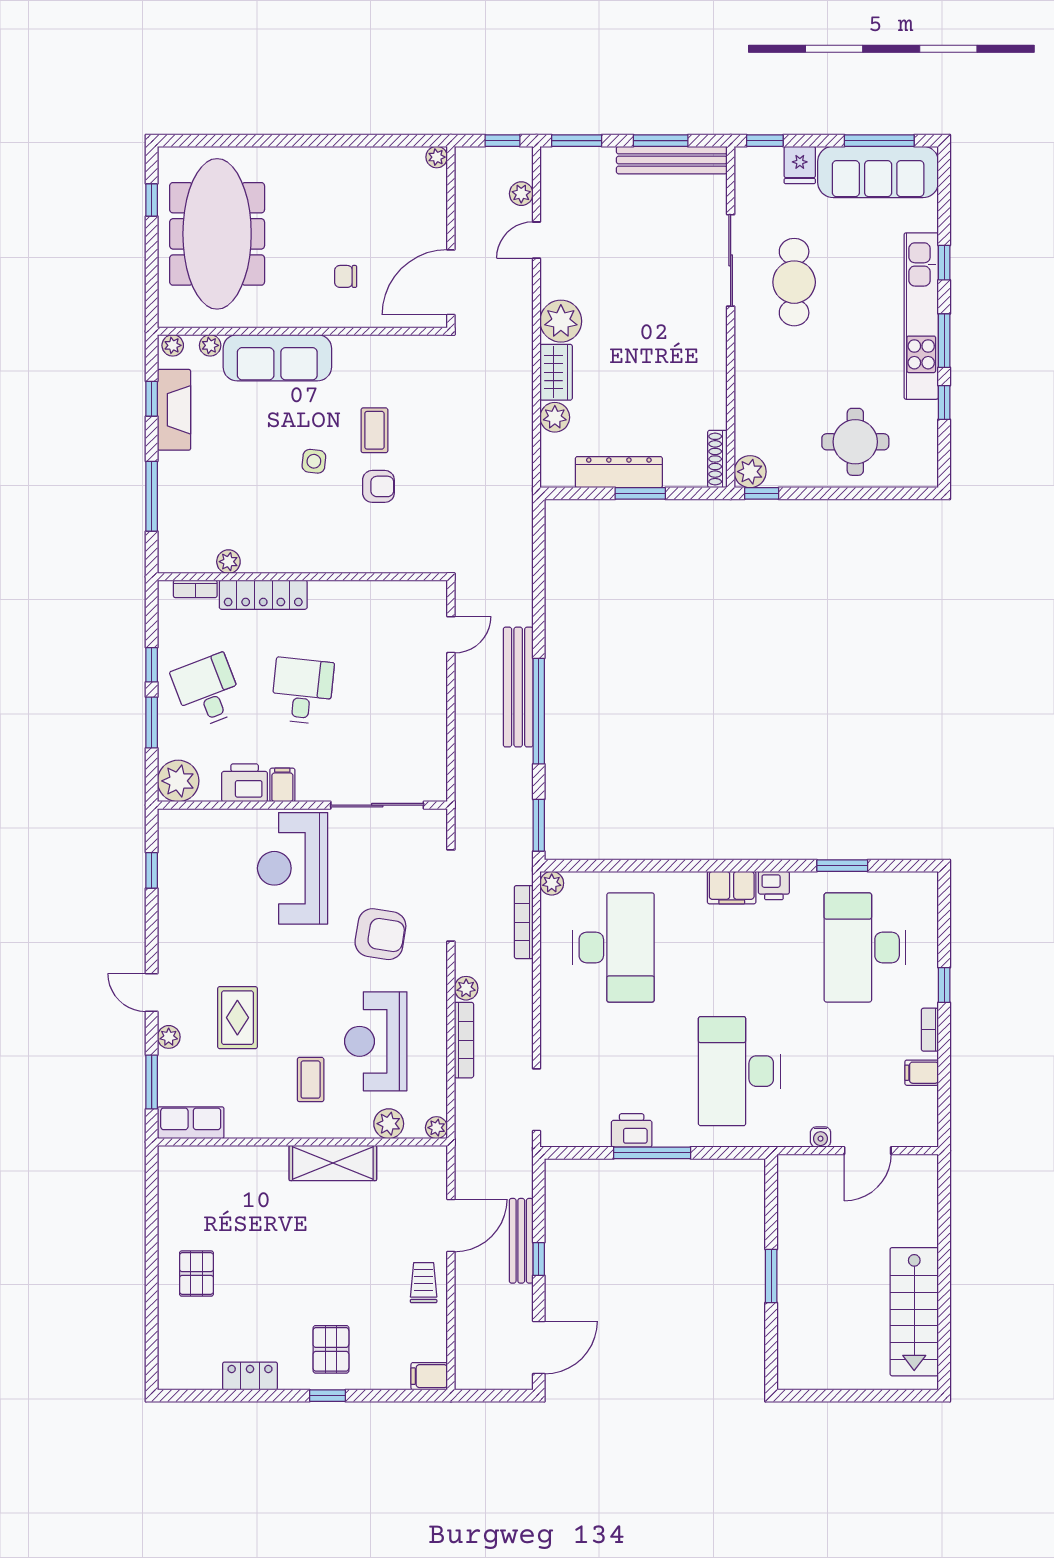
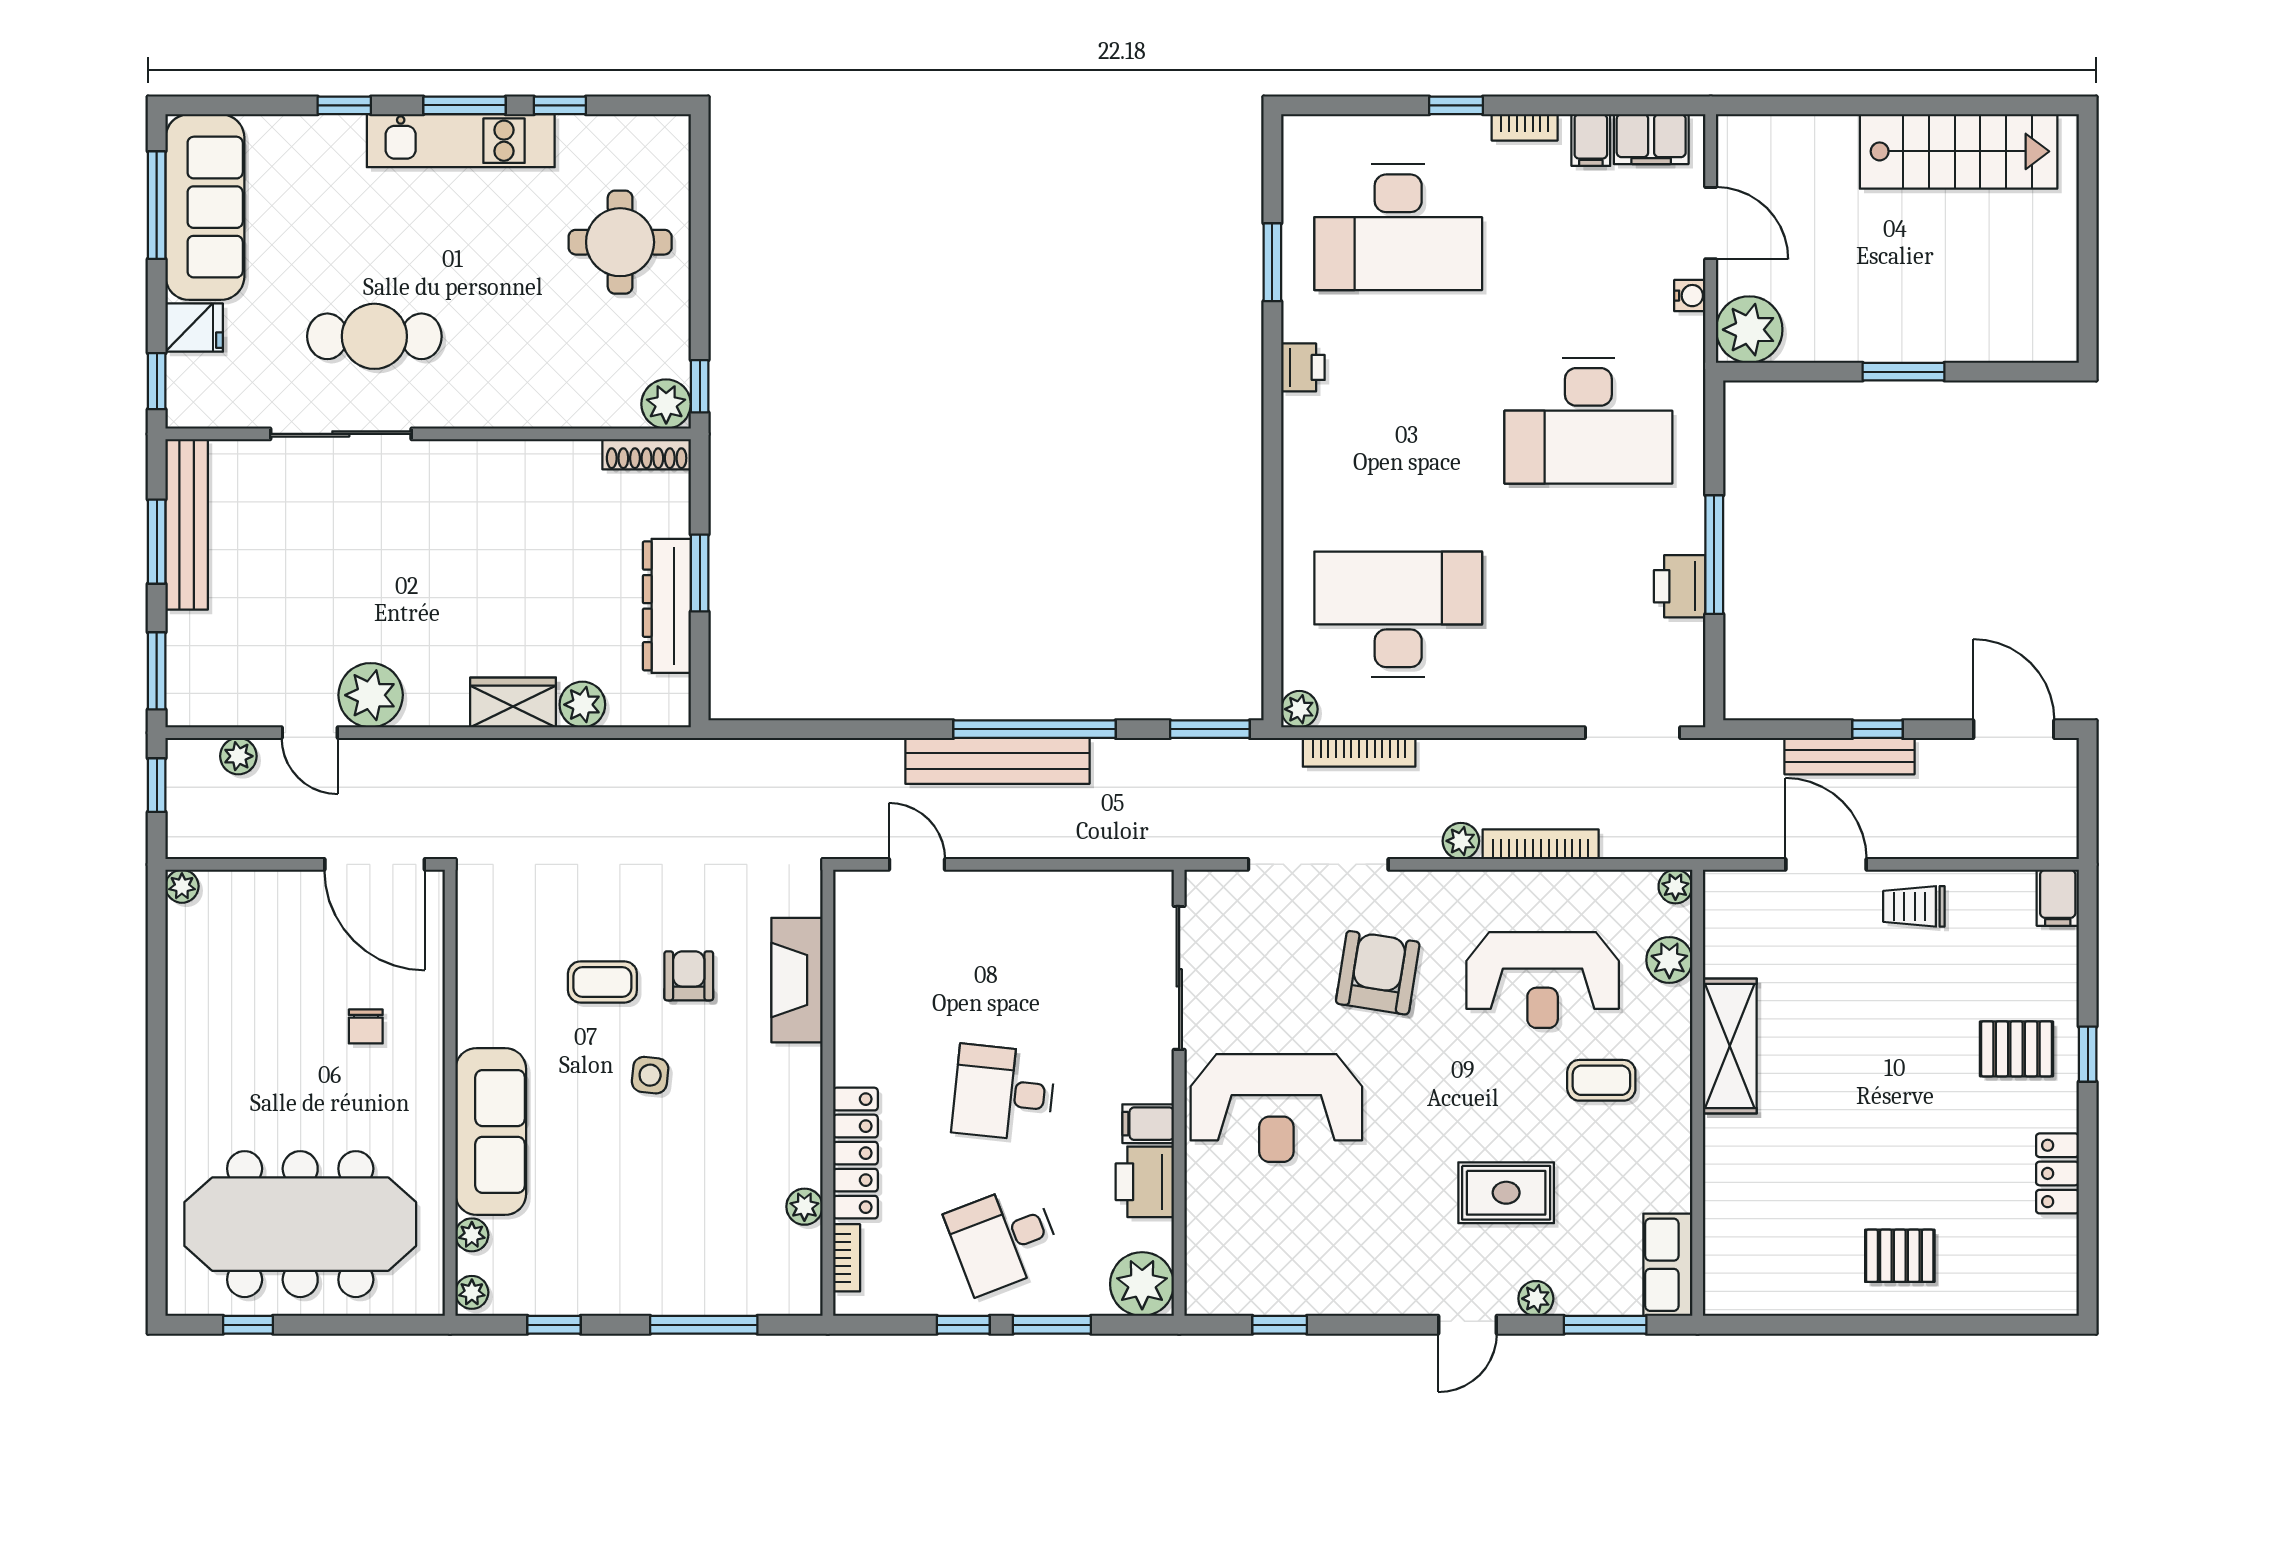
kitchen unit: (921, 316) -> (461, 141), width x0.73
plant: (561, 321) -> (371, 695), moved
fireplace: (174, 410) -> (797, 980), moved, turned -90
filing cabinet: (732, 888) -> (1651, 139), moved, turned 90
plant: (798, 1176) -> (1749, 330), added

